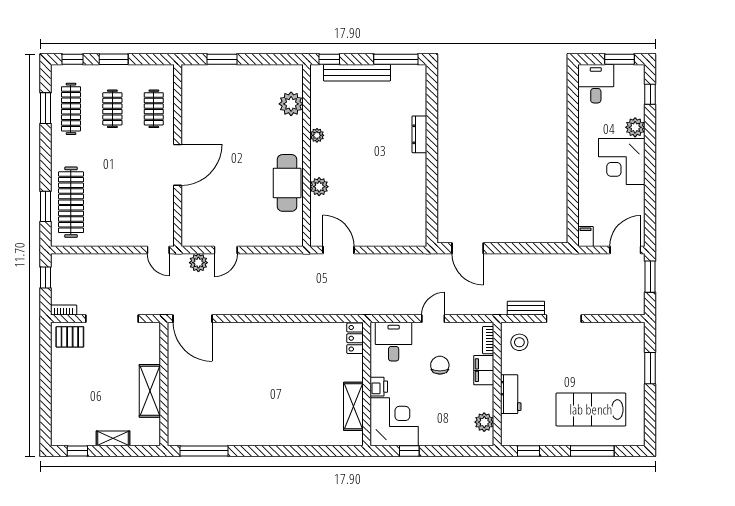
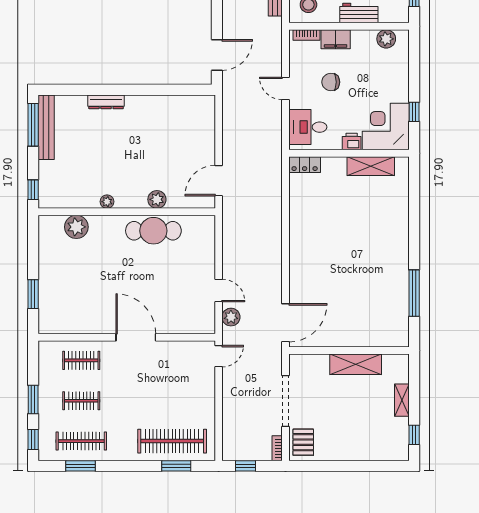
bench: (357, 73) -> (46, 127), moved
window: (204, 451) -> (414, 293), moved

